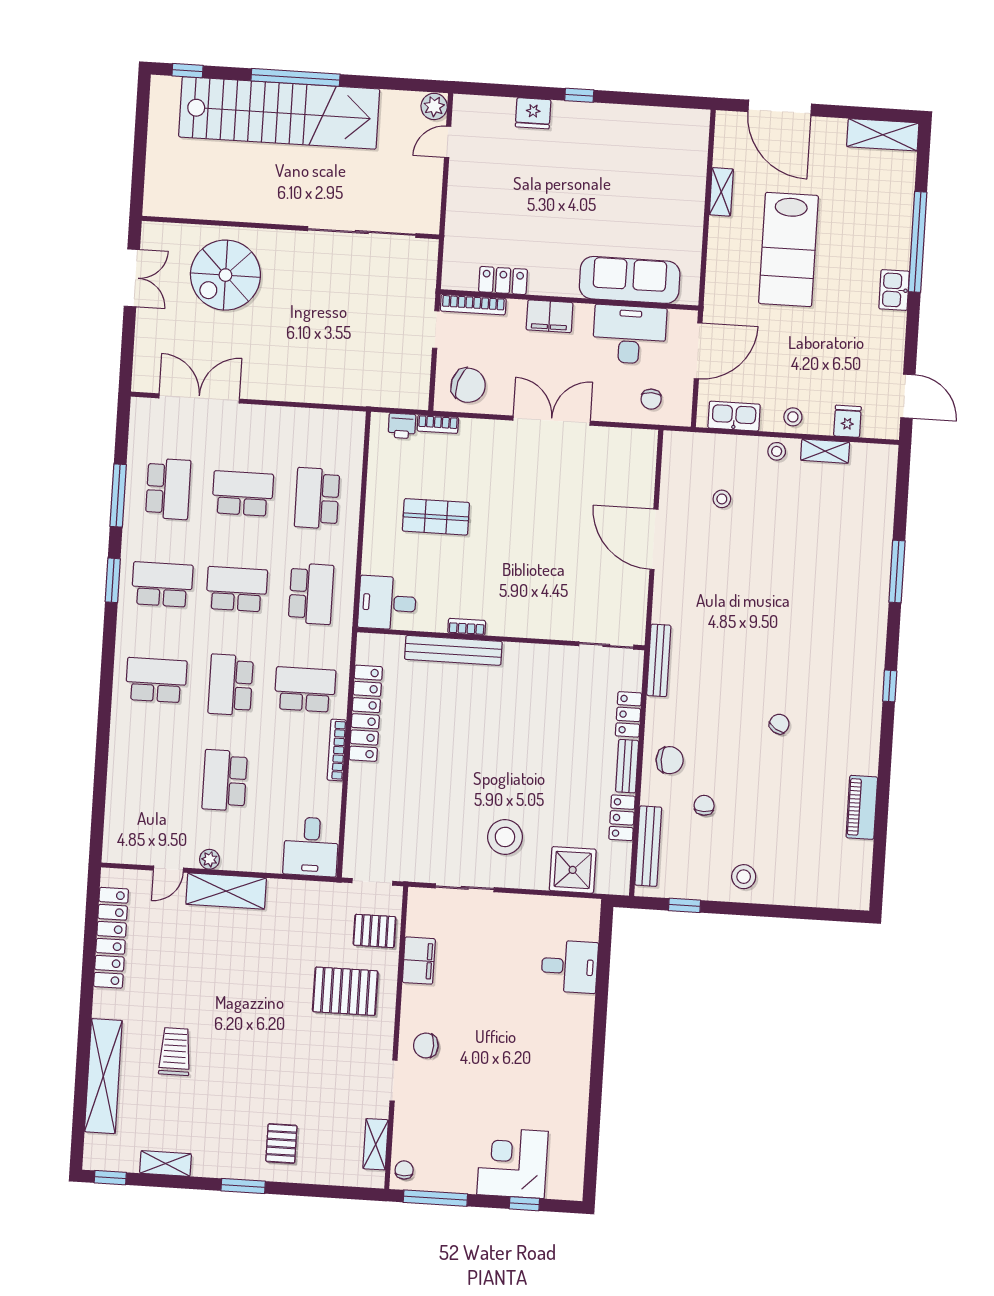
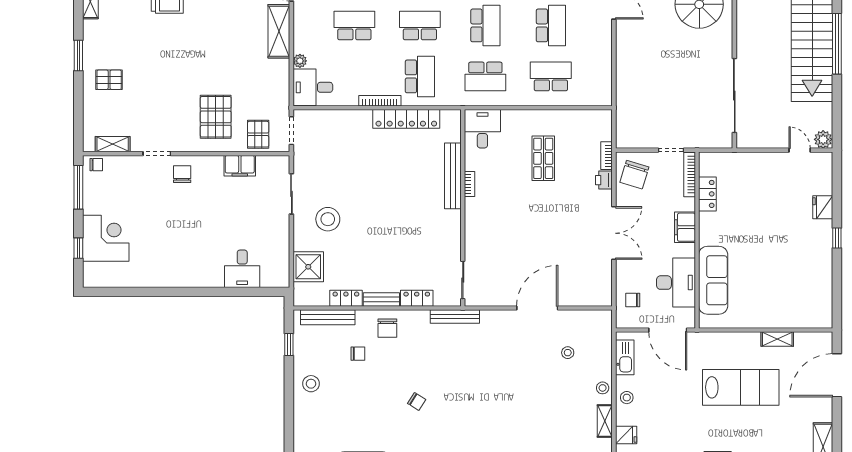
lab bench: (789, 249) -> (741, 387), turned 180
printer: (402, 426) -> (604, 180), moved
plant: (210, 859) -> (300, 61), moved

